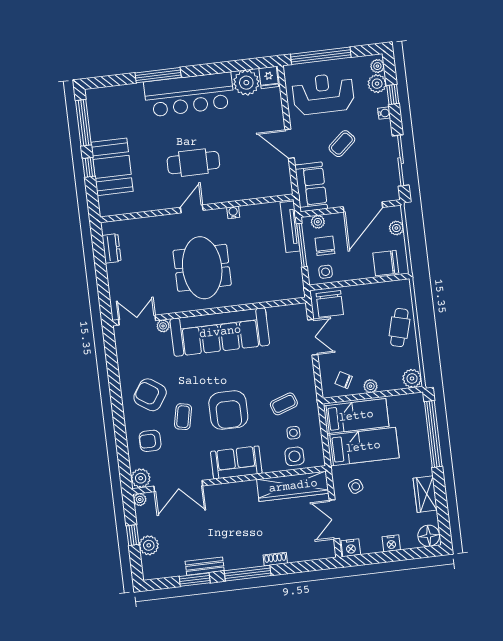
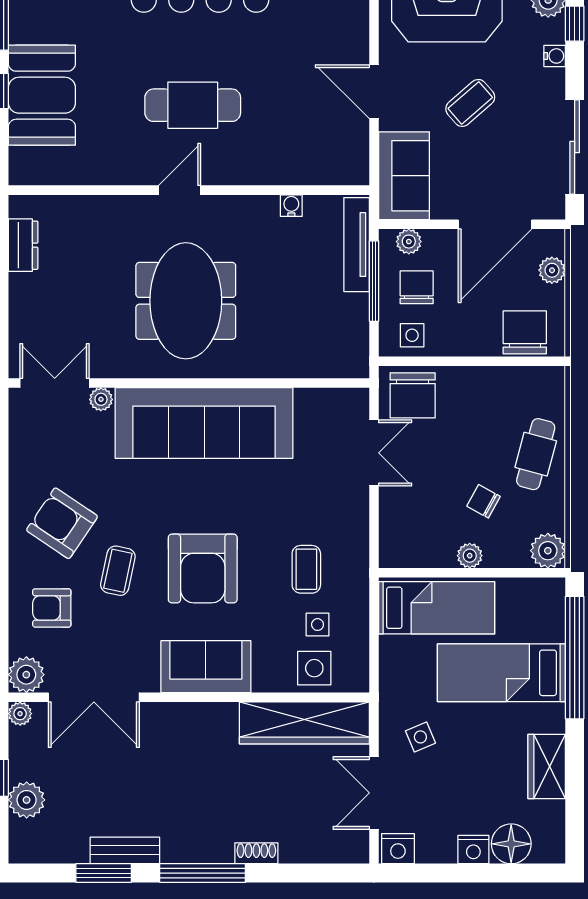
water cooler: (233, 212) -> (291, 206), moved
chair: (386, 263) -> (525, 332), turned 90
chair: (344, 380) -> (484, 501), moved
coffee table: (284, 404) -> (306, 569), turned -71
bed: (363, 447) -> (501, 673), moved, turned 180
floor lamp: (429, 536) -> (511, 844), moved

